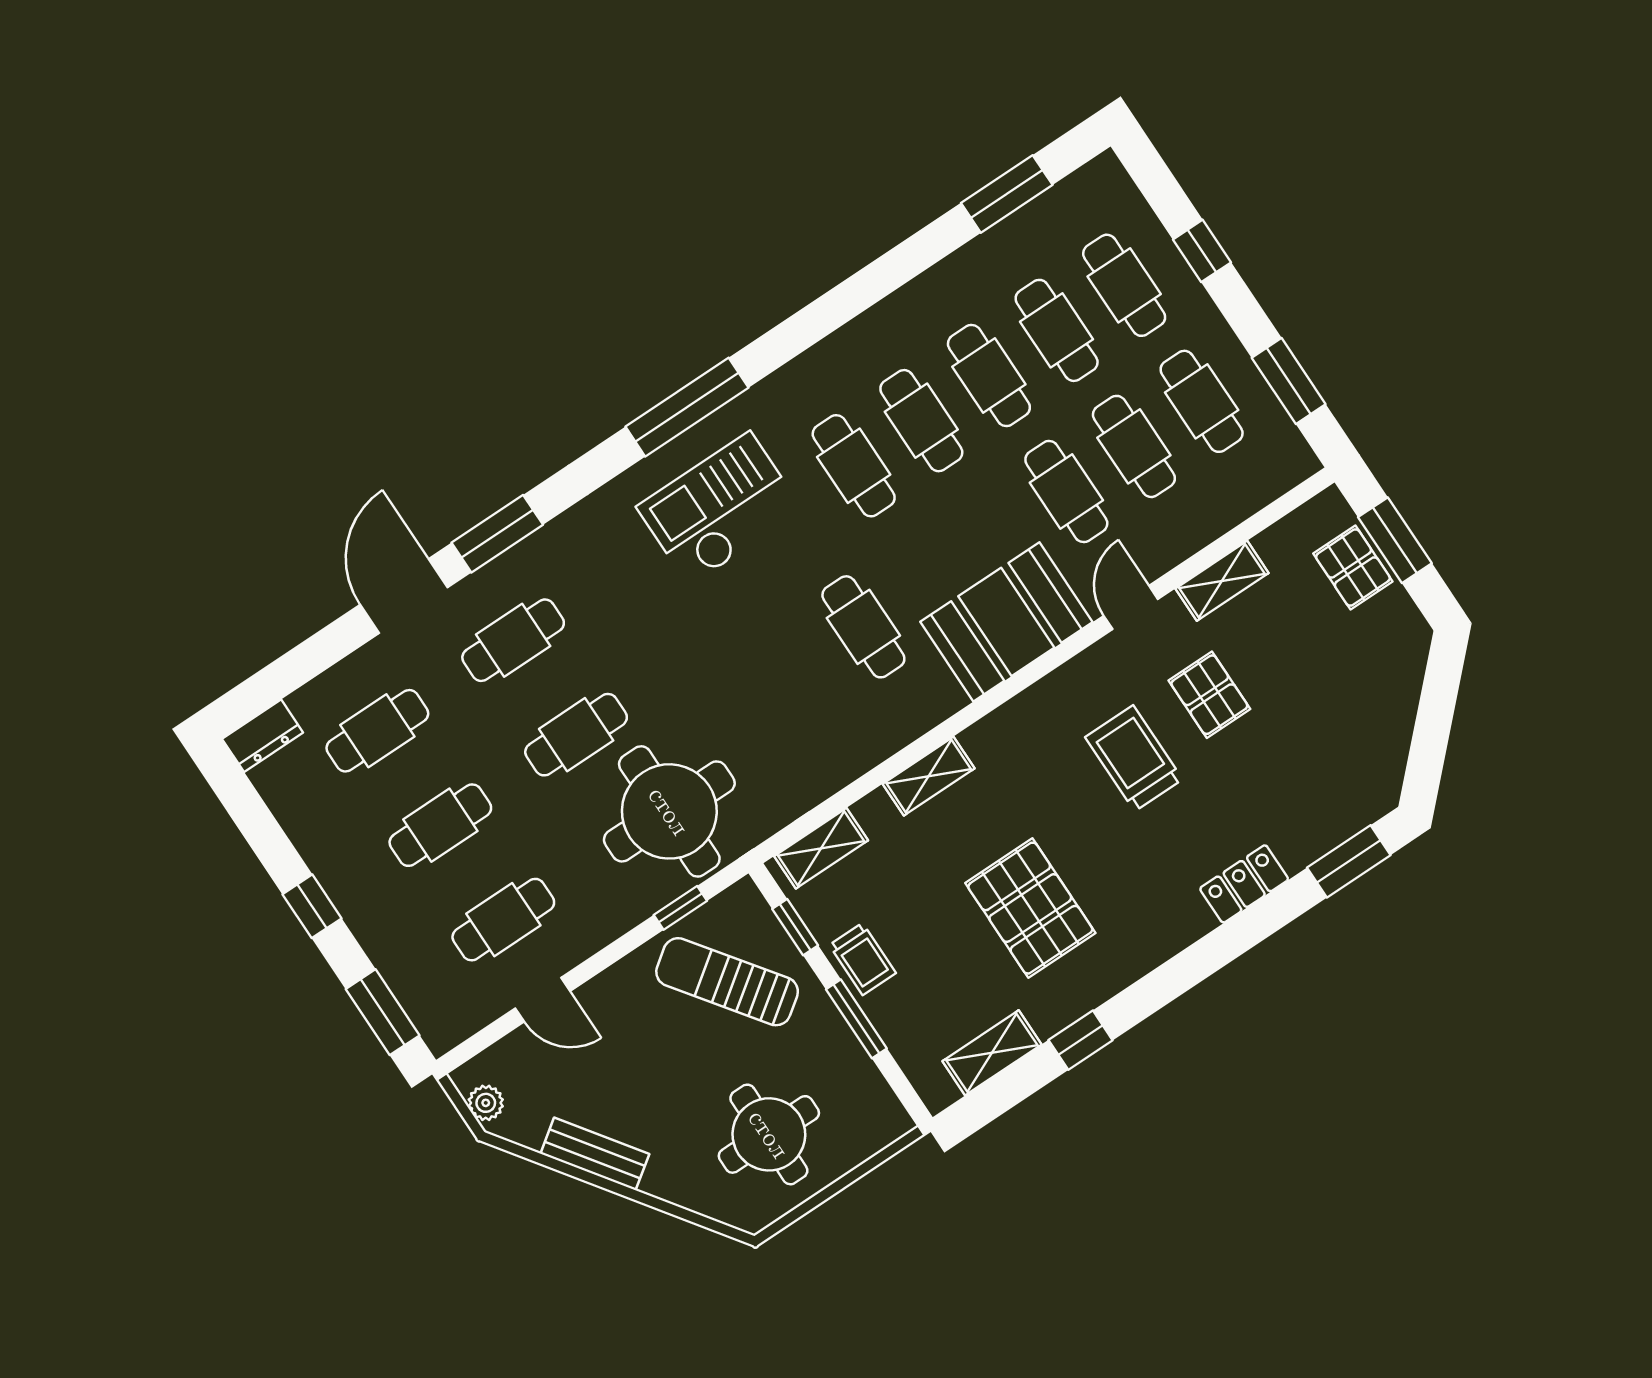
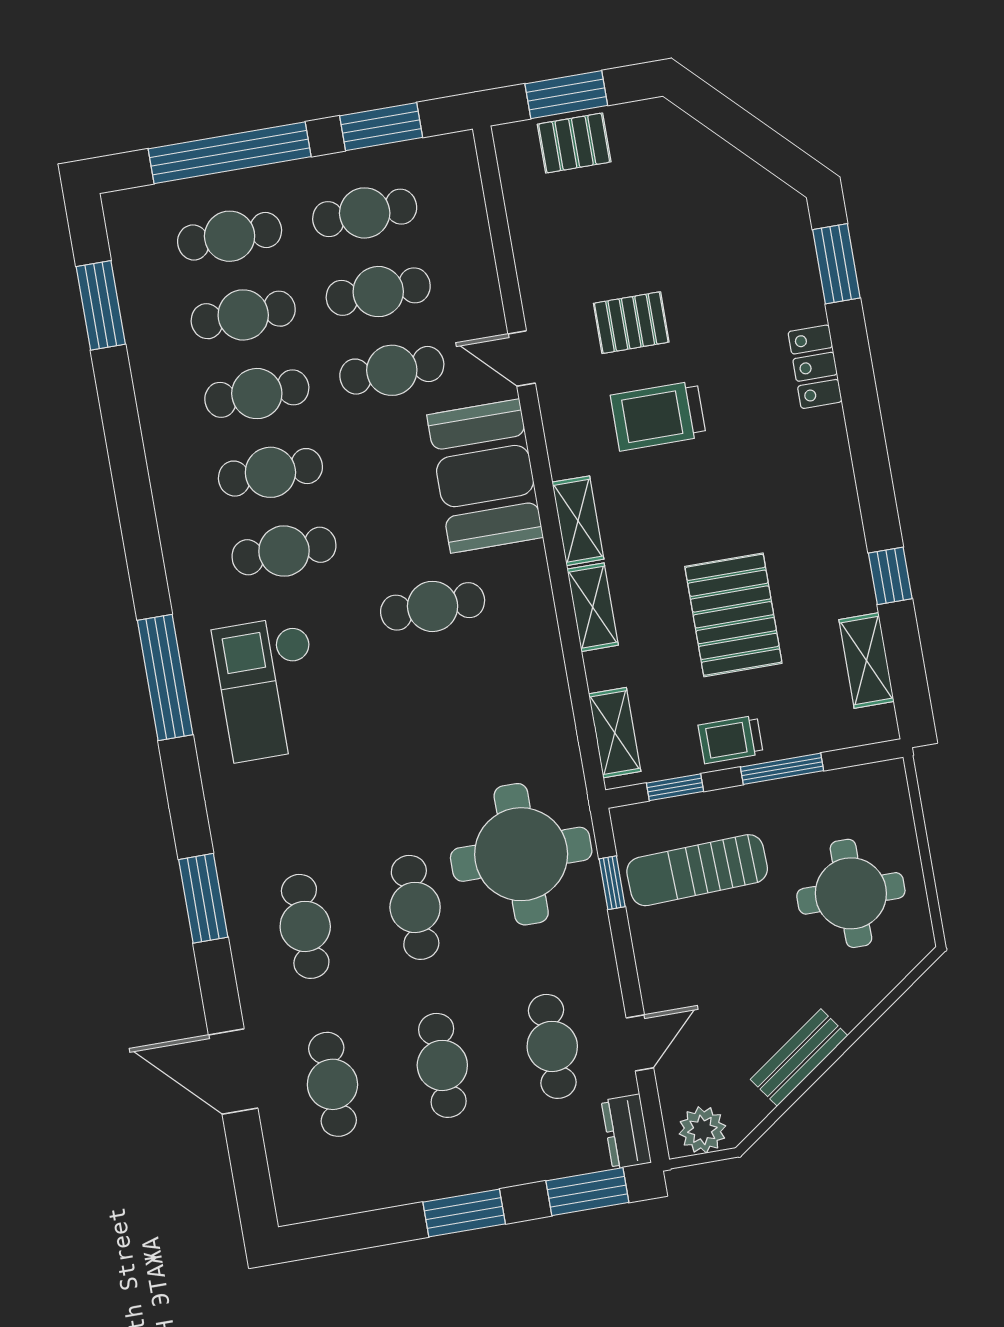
window: (1202, 251) -> (230, 153), width x3.17
shelving: (1222, 581) -> (578, 521), moved
door: (404, 596) -> (233, 1072), moved
dresser: (263, 736) -> (626, 1132), moved, turned 180
window: (312, 906) -> (464, 1213), width x1.50
pallet: (1030, 908) -> (733, 615), moved, turned 90
trolley: (862, 959) -> (731, 739), turned 180
sun lounger: (727, 982) -> (697, 870), turned 34
plant: (486, 1103) -> (702, 1130), width x1.38, depth x1.38

